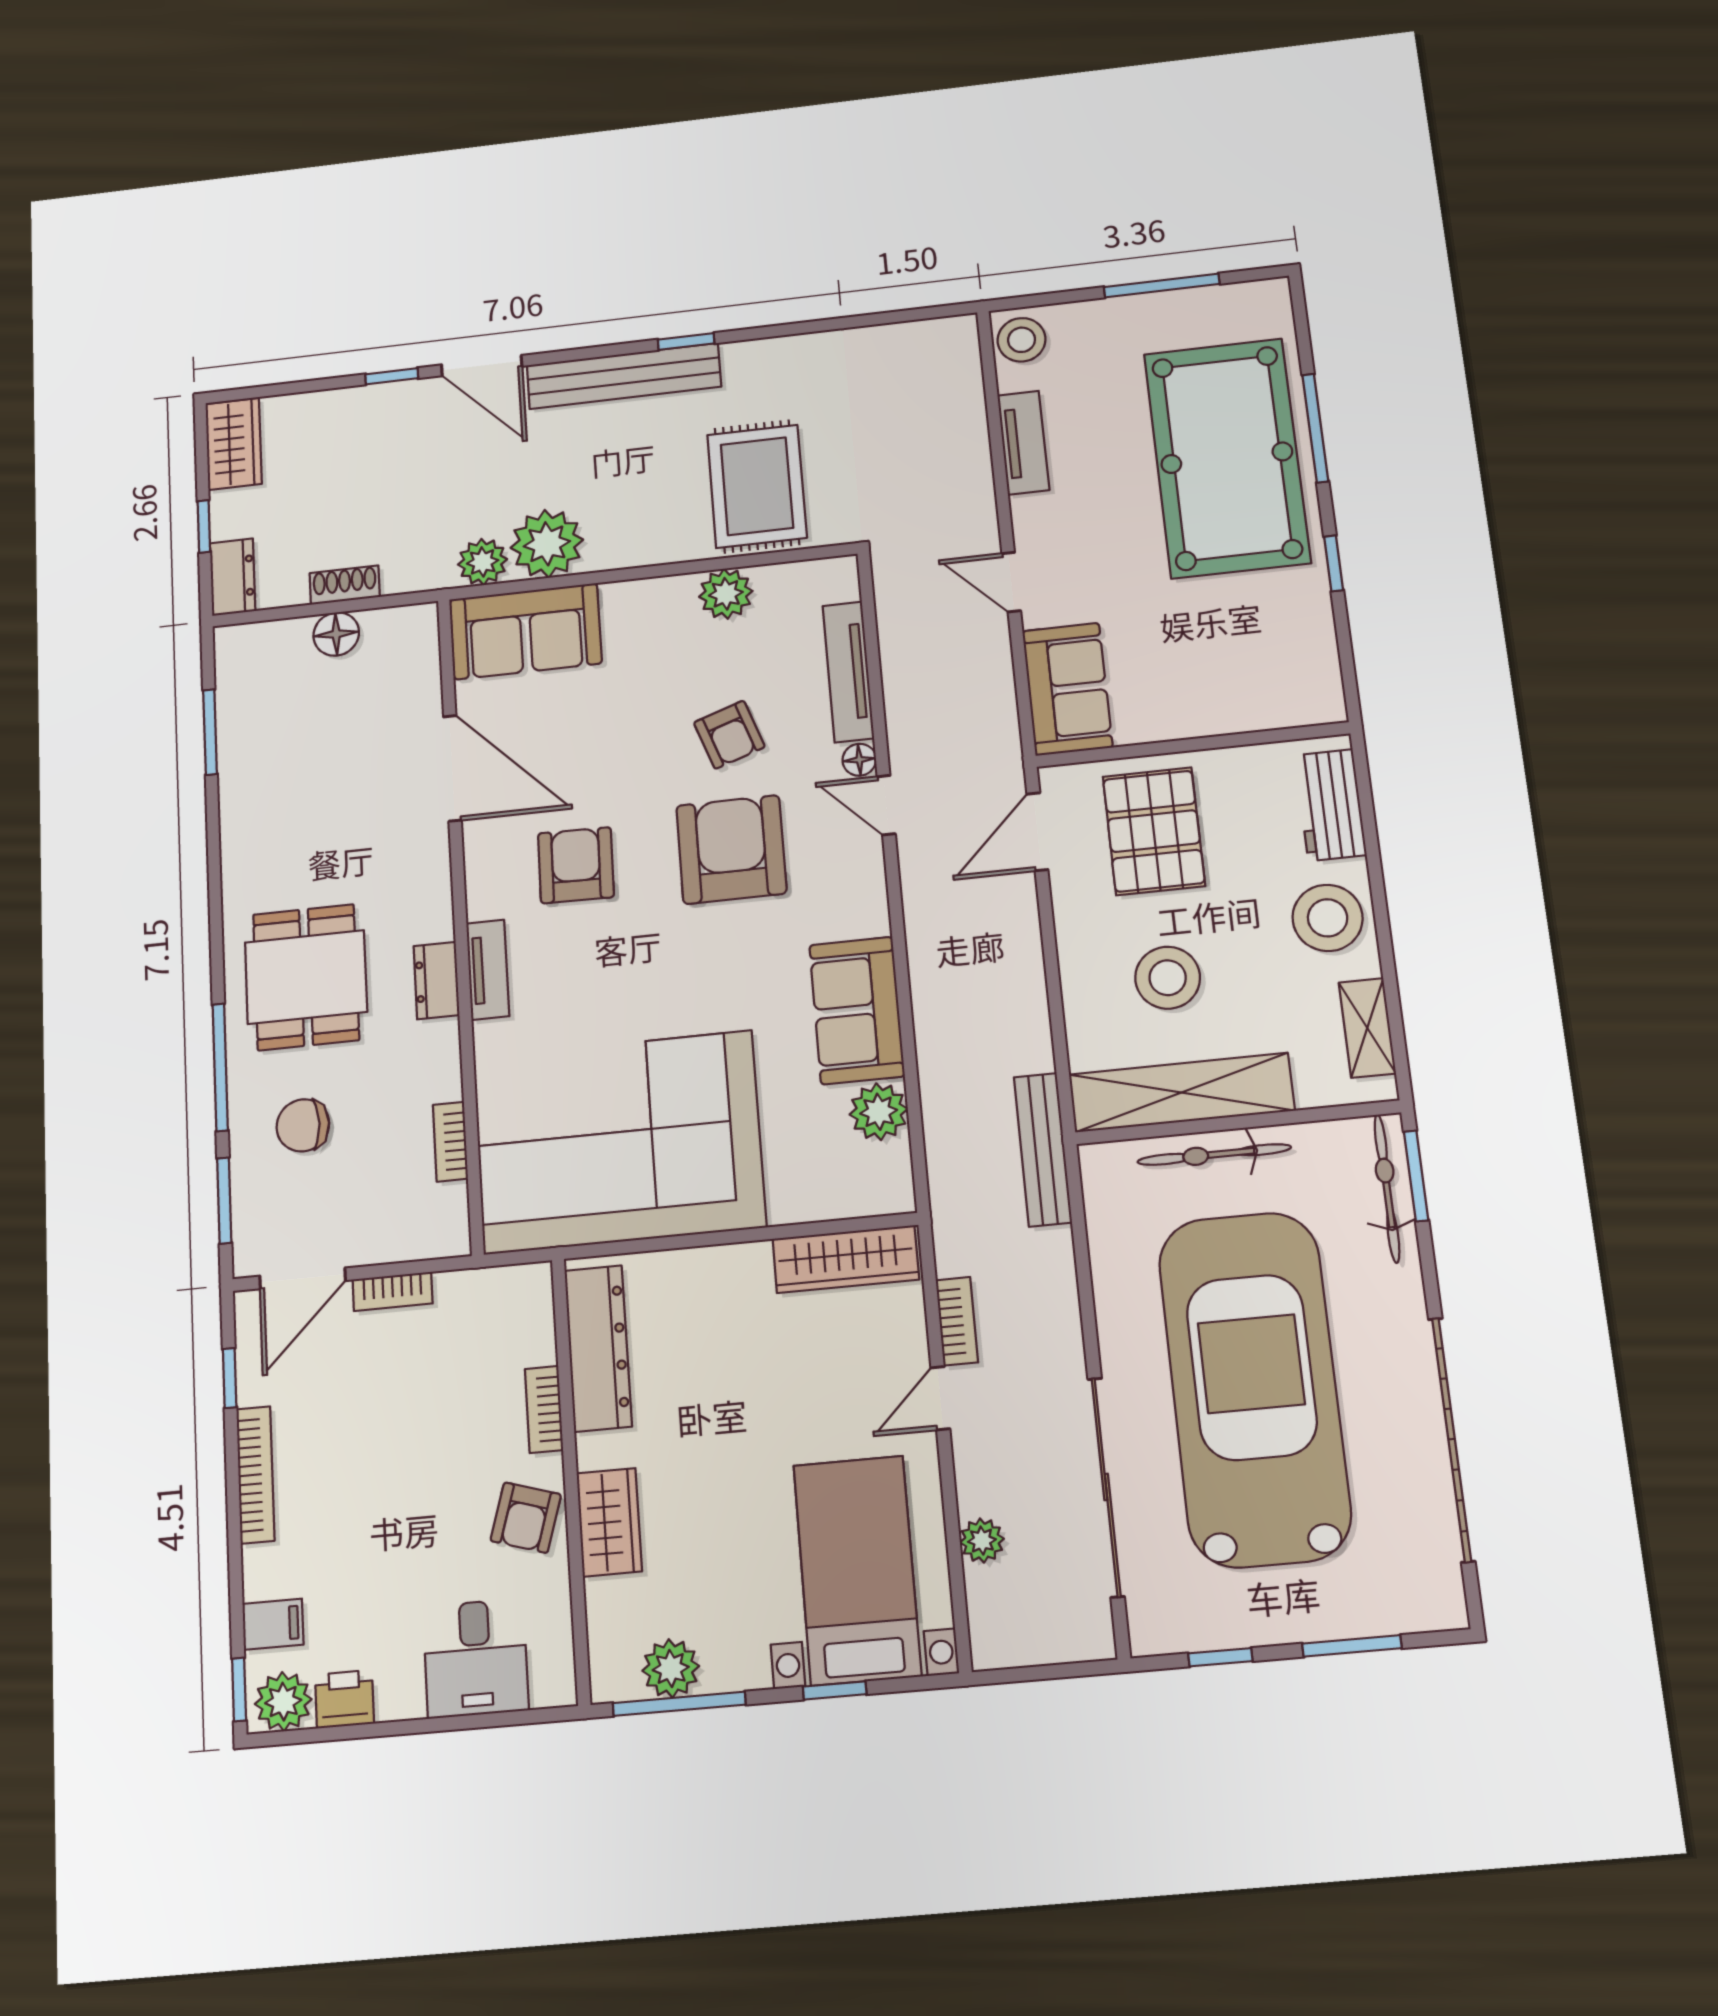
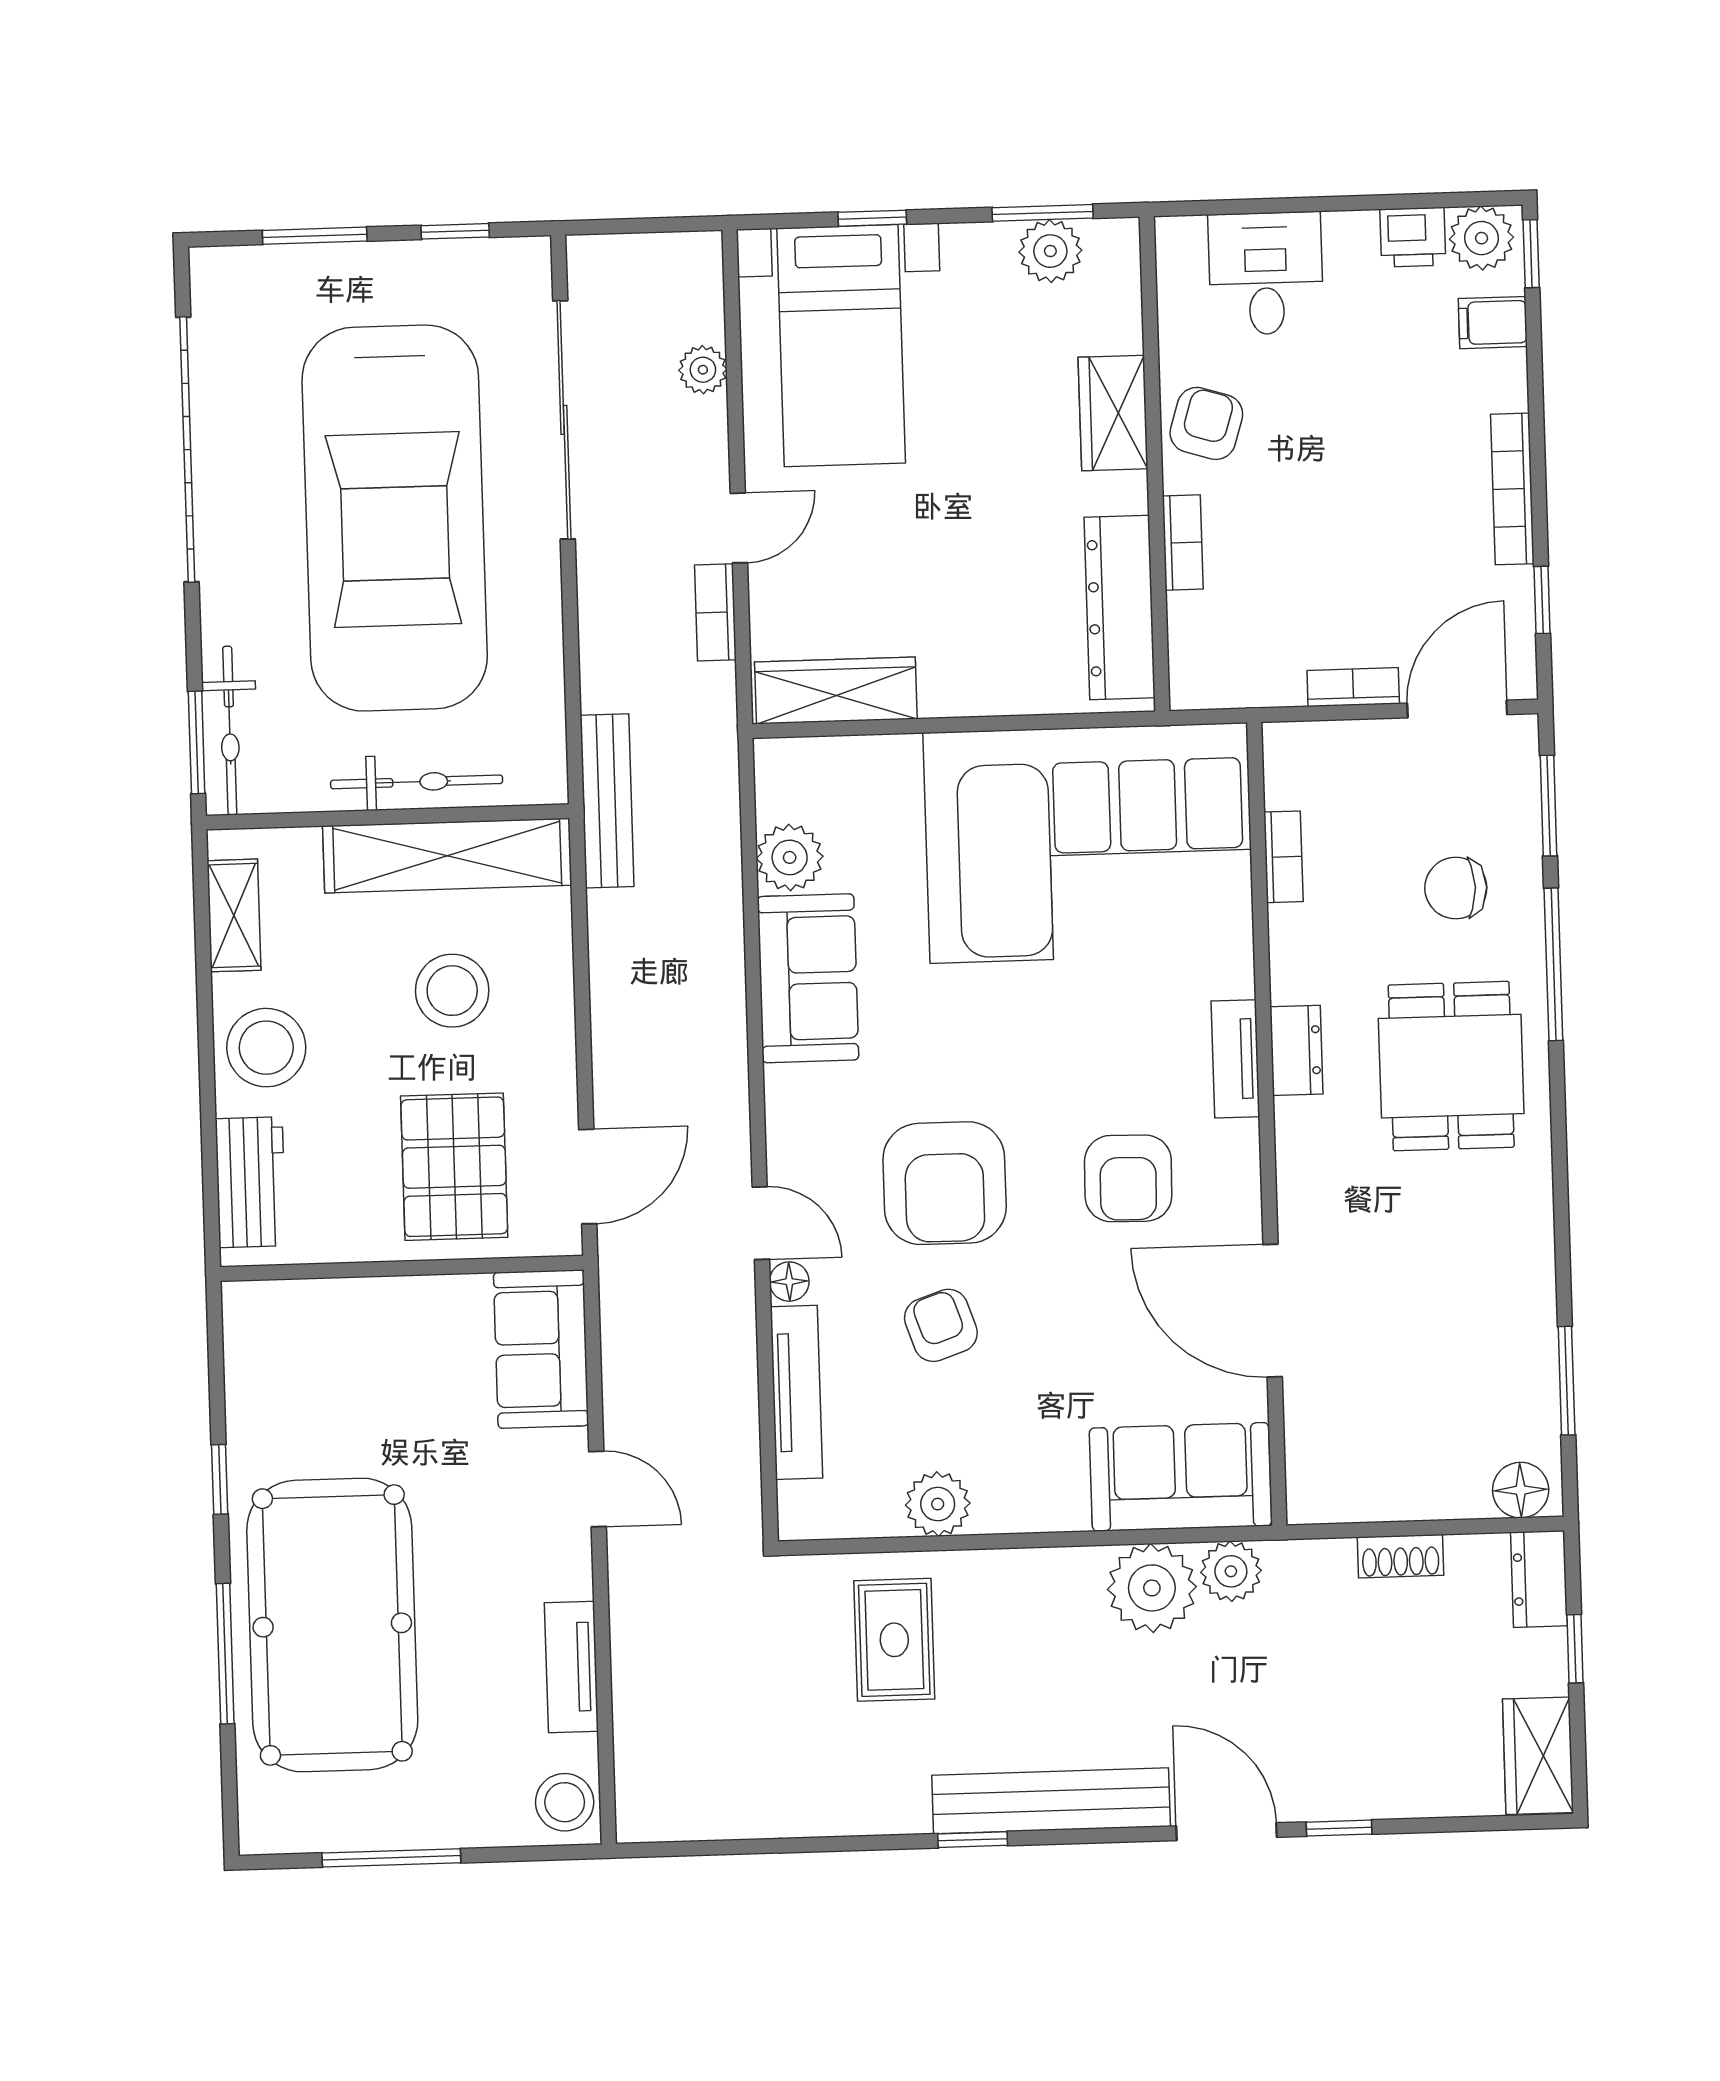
rug: (757, 486) -> (894, 1640), width x0.73, depth x0.70
floor lamp: (336, 634) -> (1521, 1490), moved
chair: (303, 1125) -> (1456, 888), turned 180
window: (679, 1704) -> (1043, 213), width x0.69

